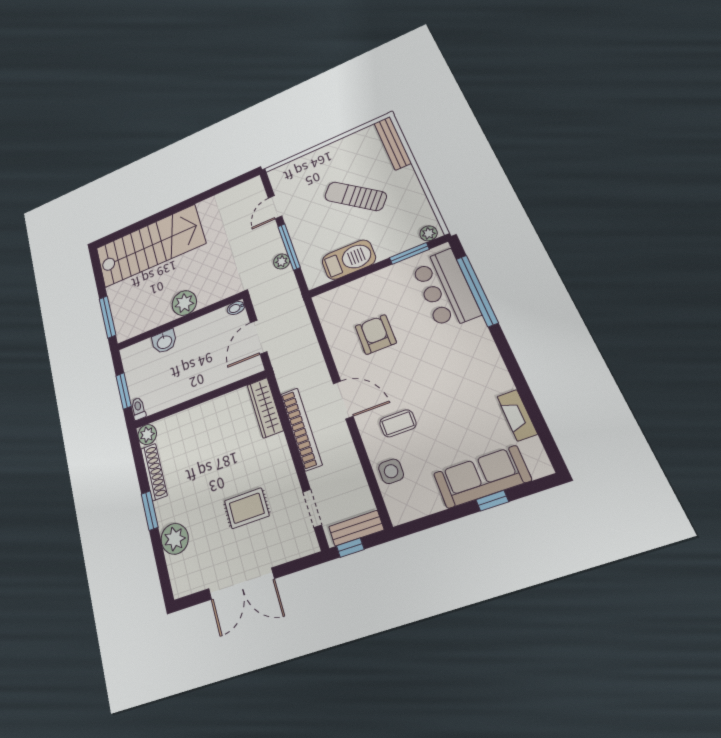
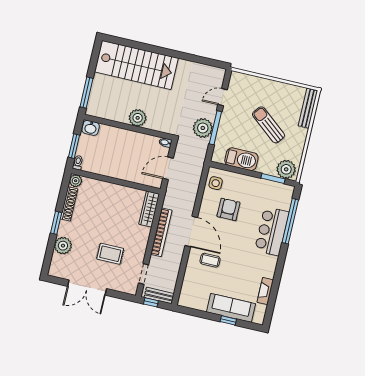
plant: (429, 233) -> (286, 169), width x1.87, depth x1.87
plant: (282, 261) -> (203, 128), width x1.88, depth x1.88
bar counter: (445, 289) -> (272, 231), moved
washbasin: (164, 342) -> (91, 128), moved
door: (343, 400) -> (191, 232), width x1.36
side table: (391, 471) -> (216, 183), moved

